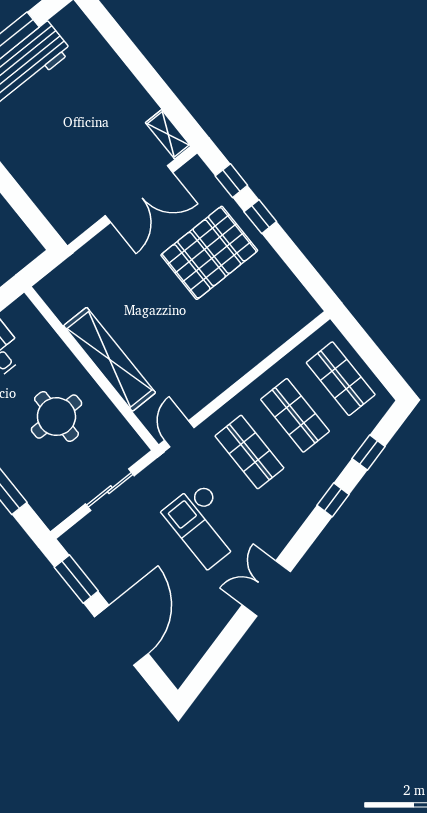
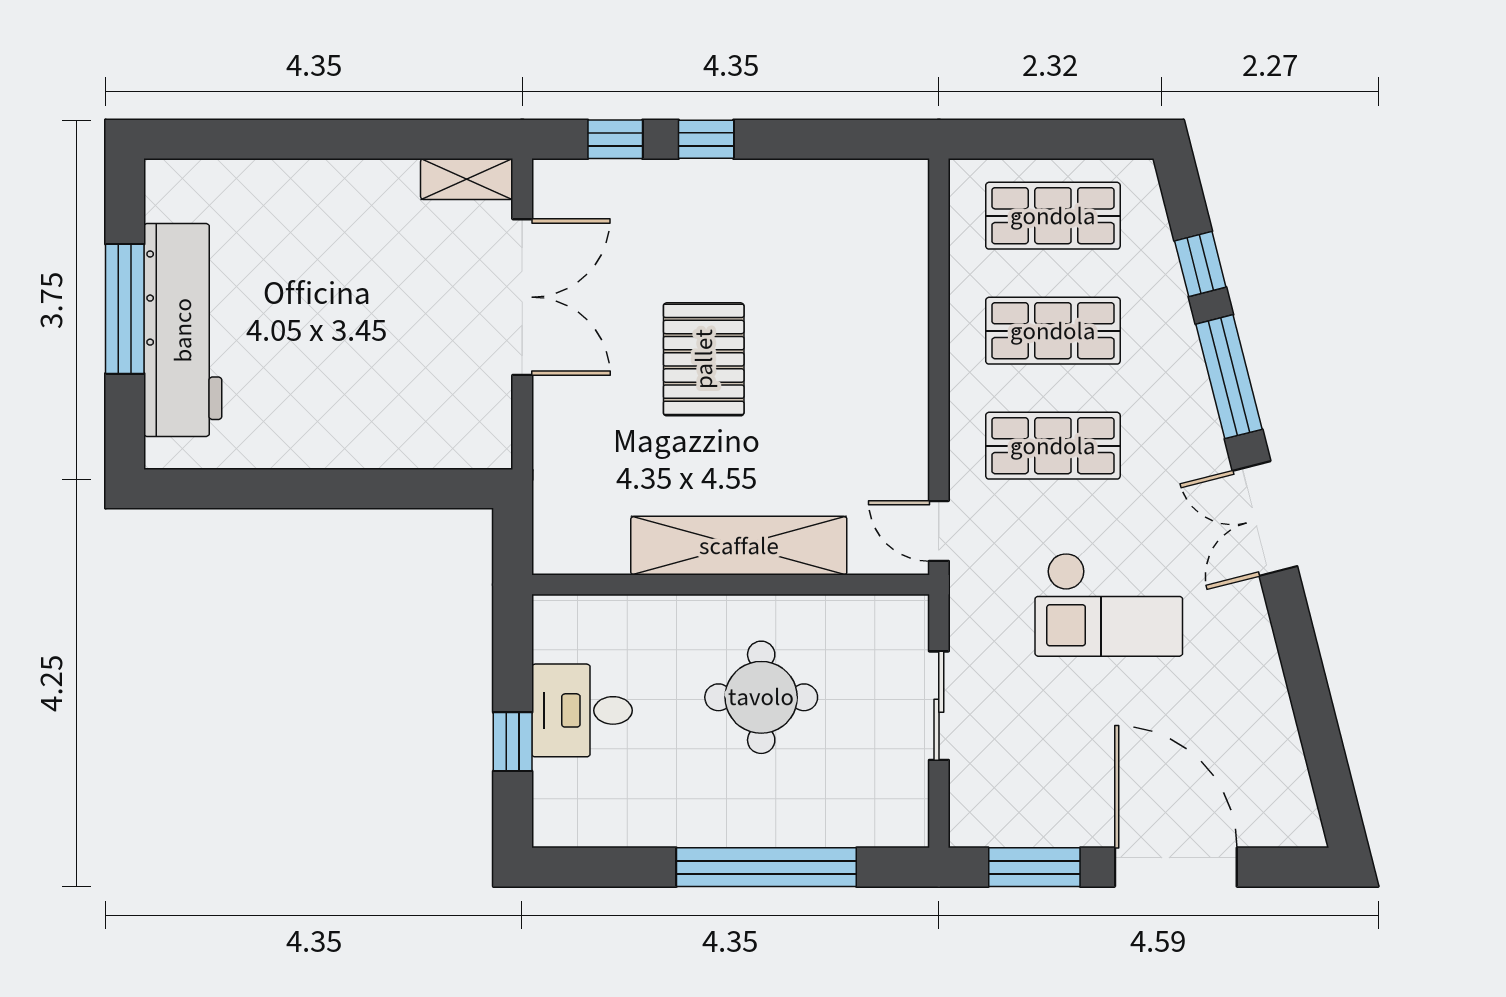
pallet: (209, 253) -> (704, 359), moved, width x0.73, depth x0.71
window: (333, 500) -> (1229, 377), width x2.17
double door: (266, 588) -> (1265, 518), moved

